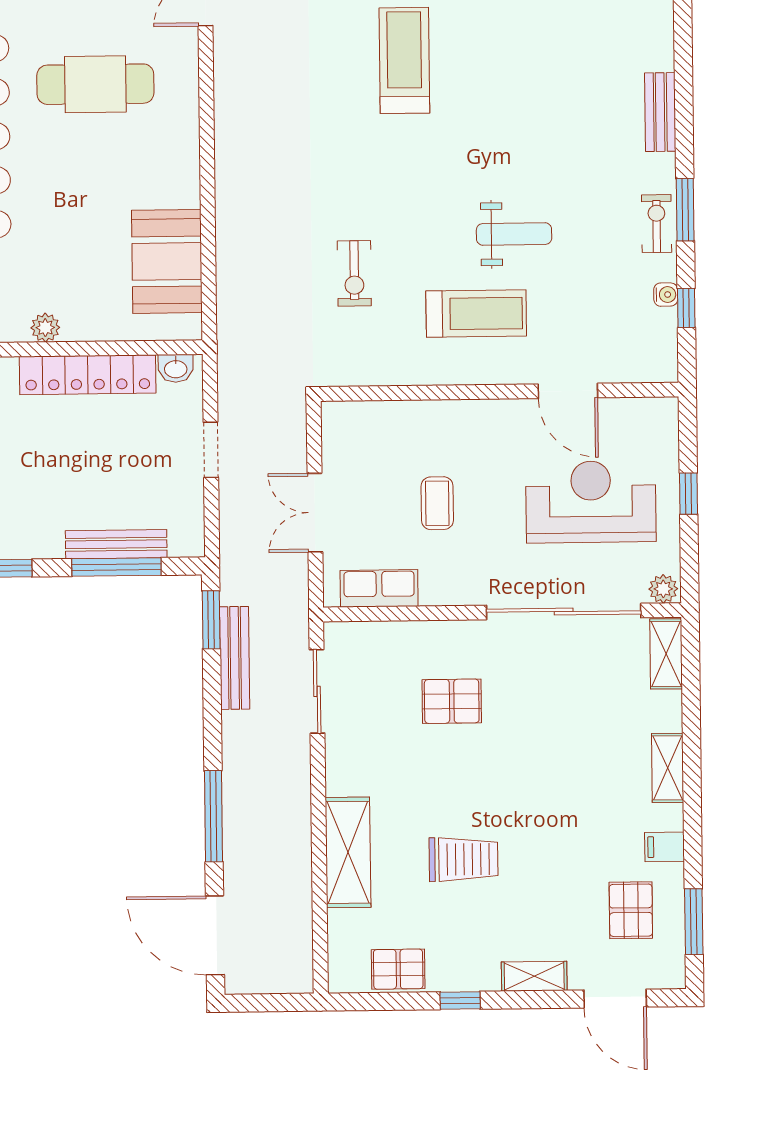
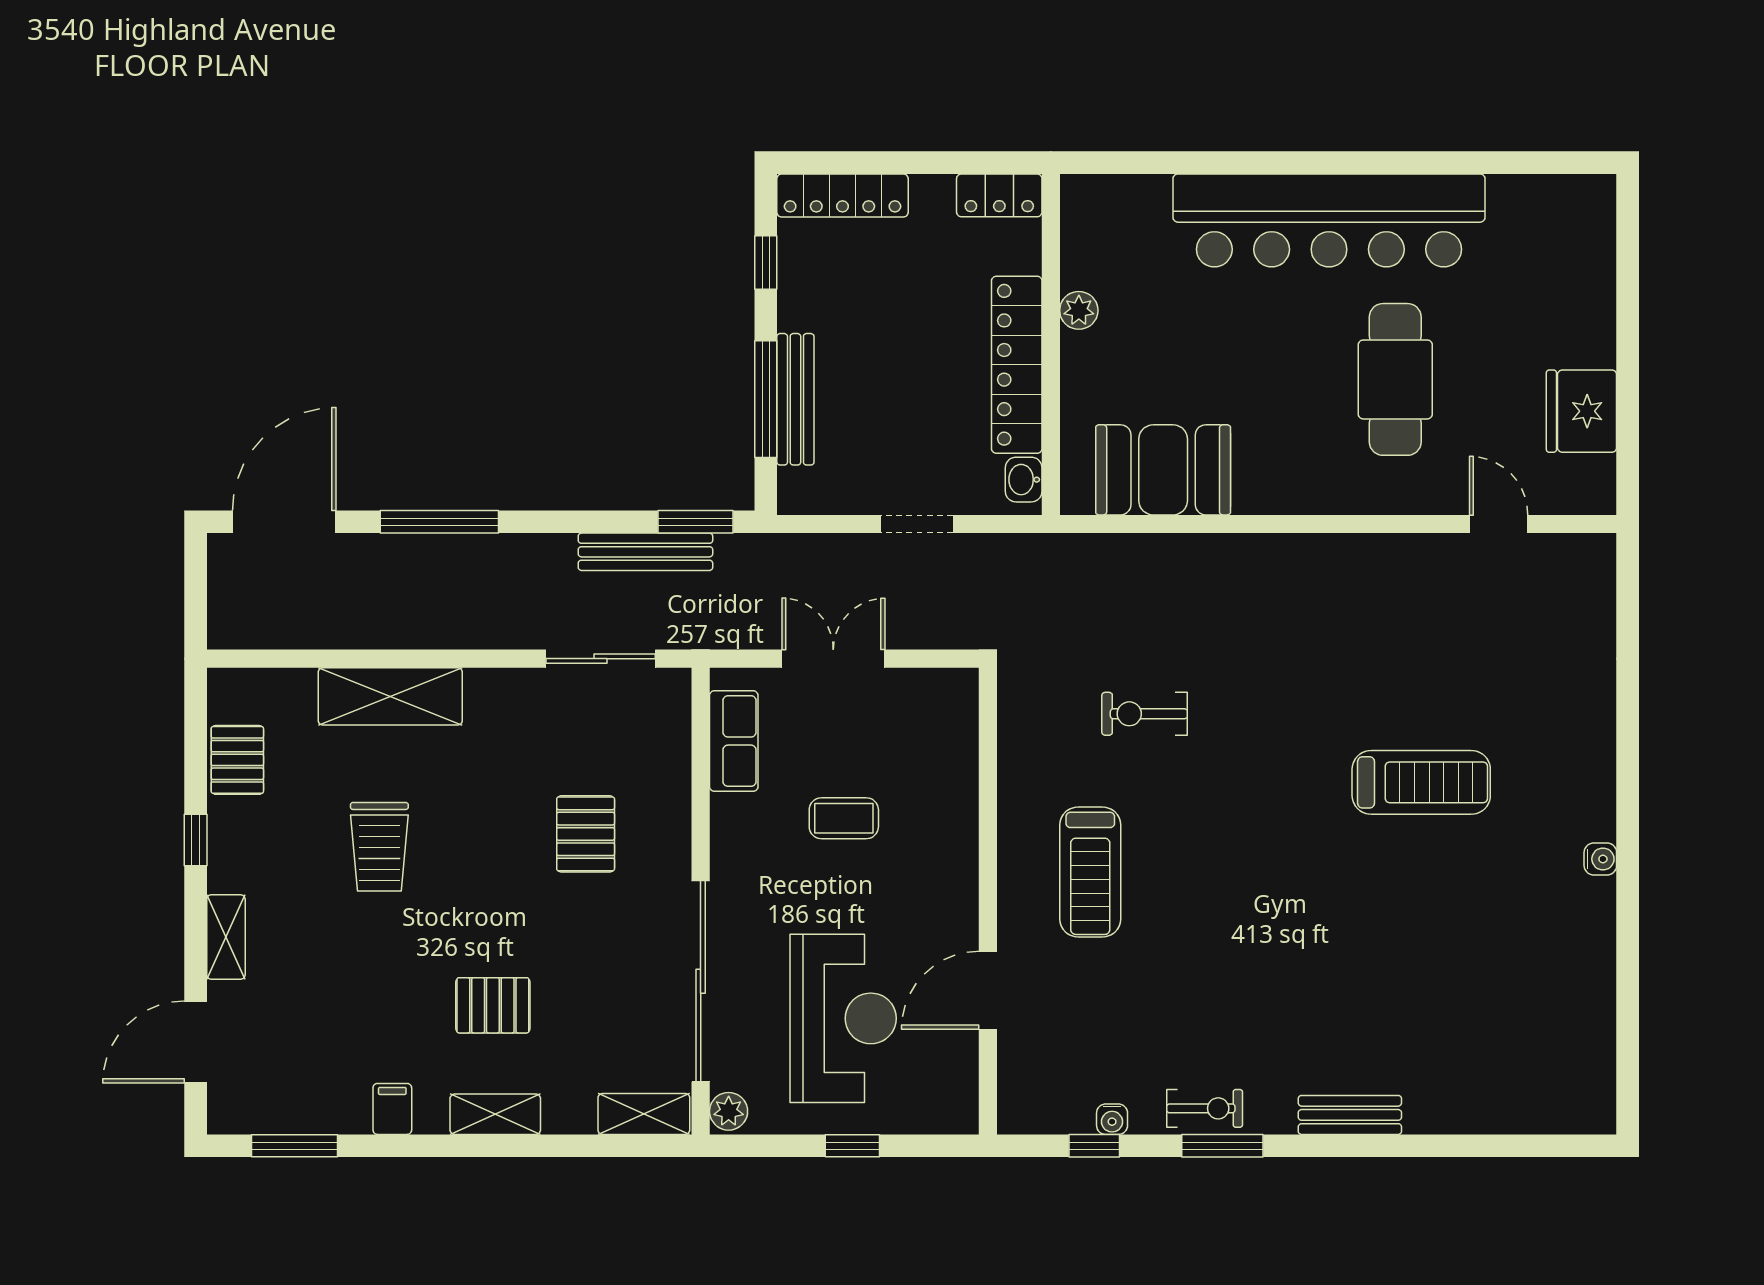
weight bench: (514, 234) -> (1193, 923), removed
pallet: (631, 910) -> (493, 1005), moved

